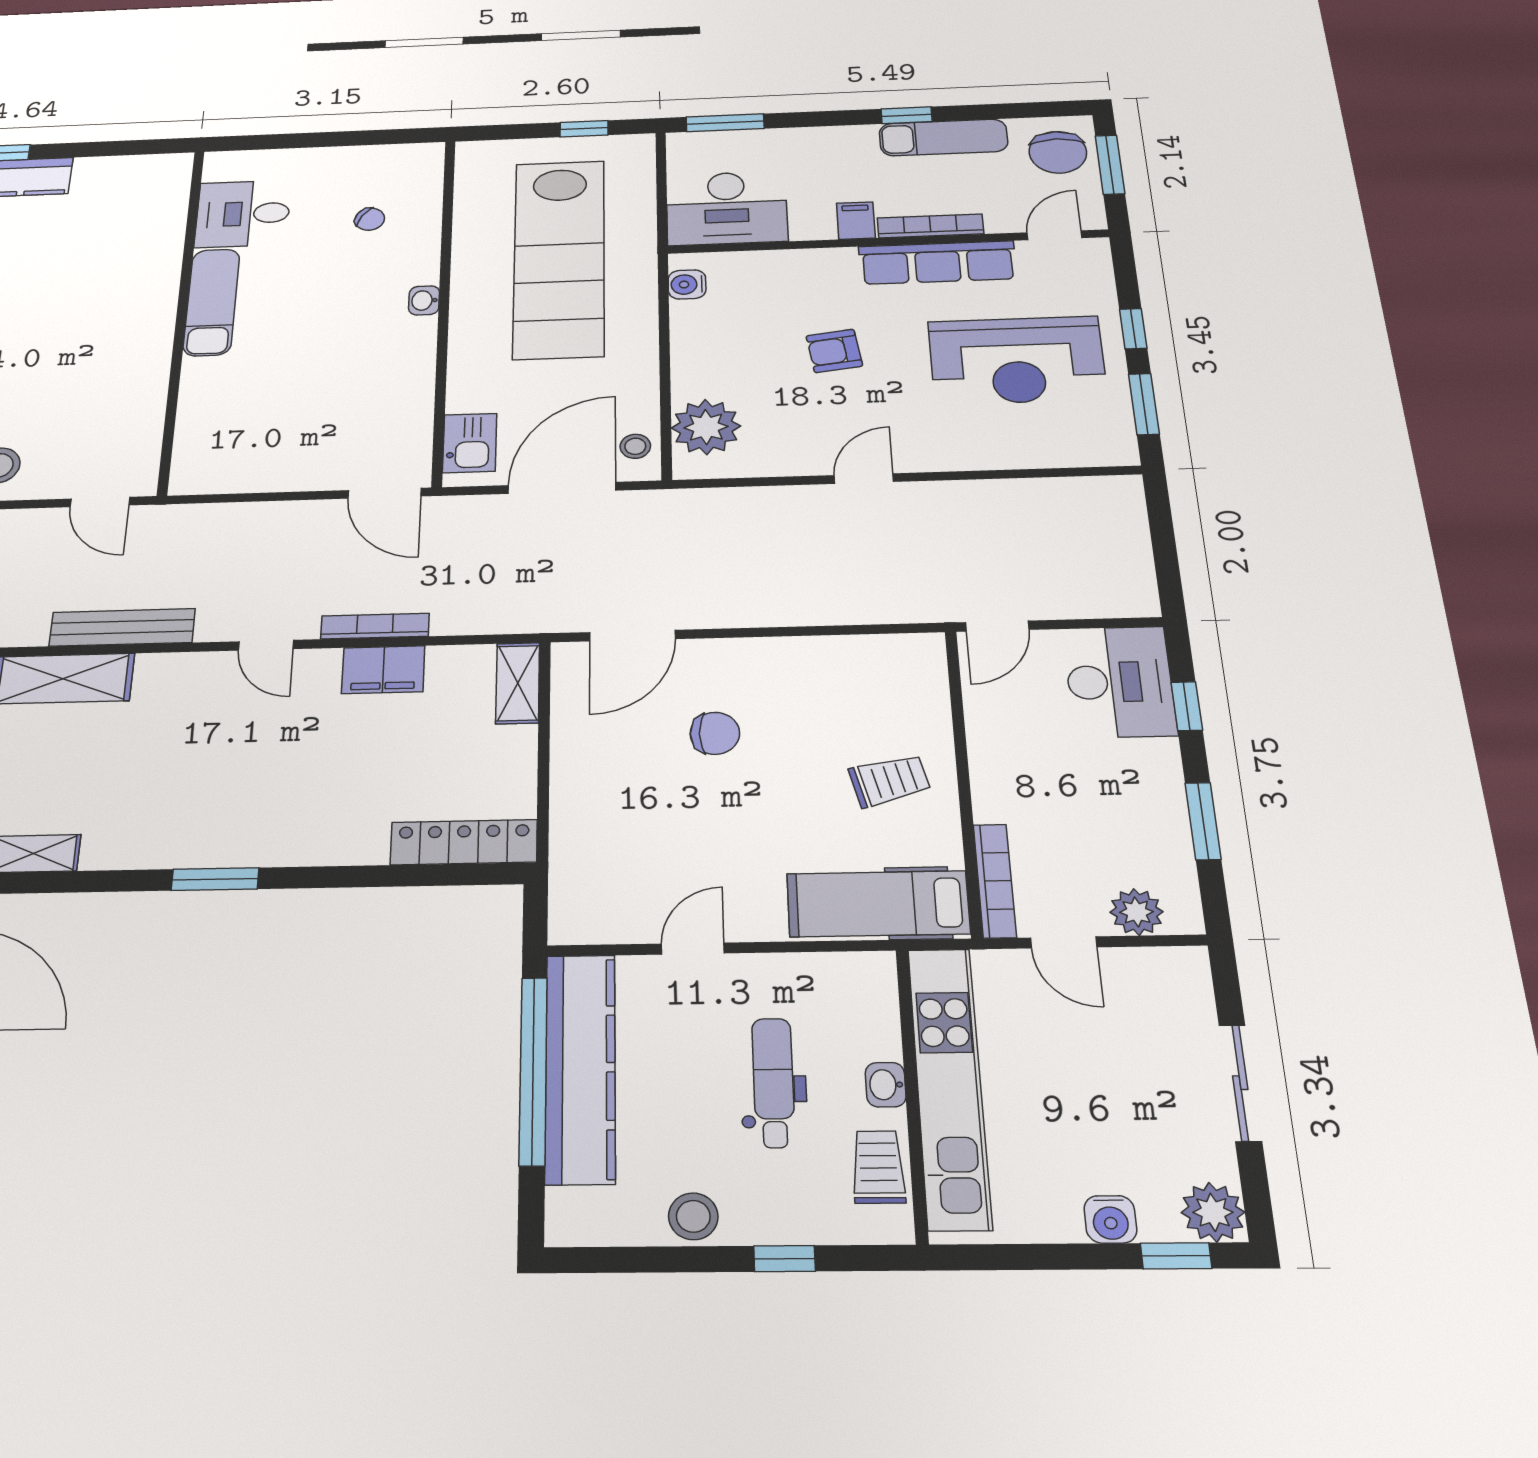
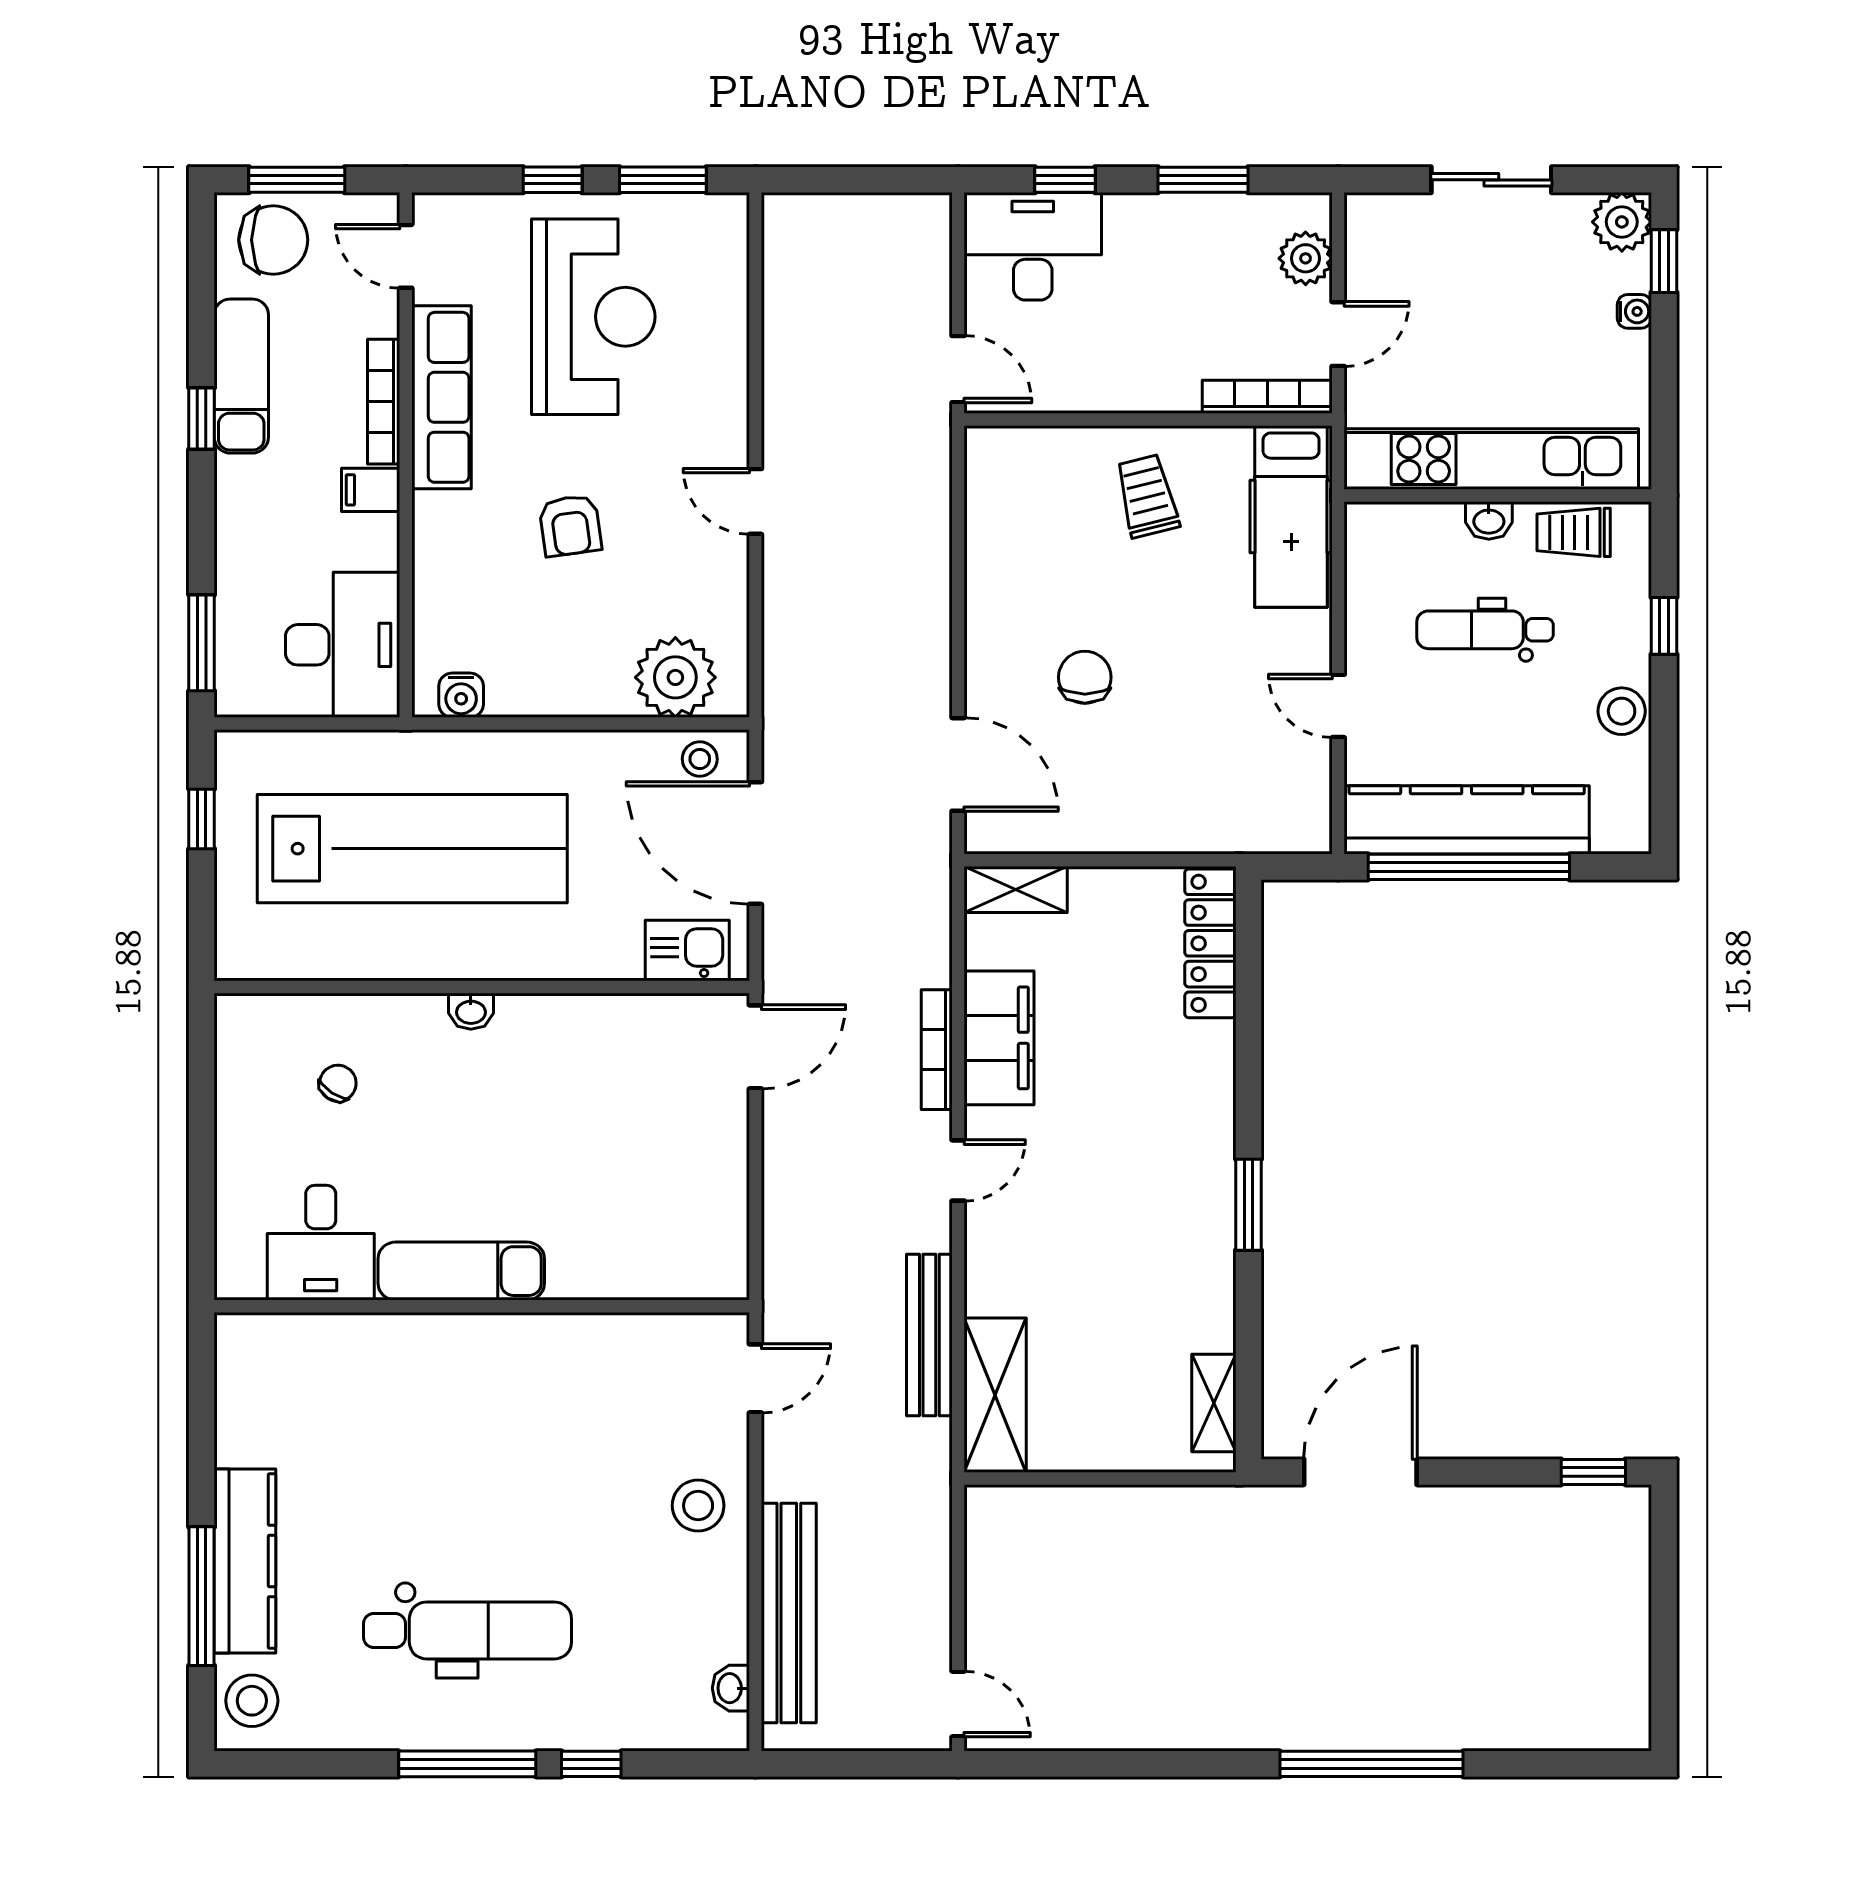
filing cabinet: (383, 670) -> (999, 1038), width x1.50, depth x1.17
water cooler: (1110, 1219) -> (1634, 311), width x0.72, depth x0.72

